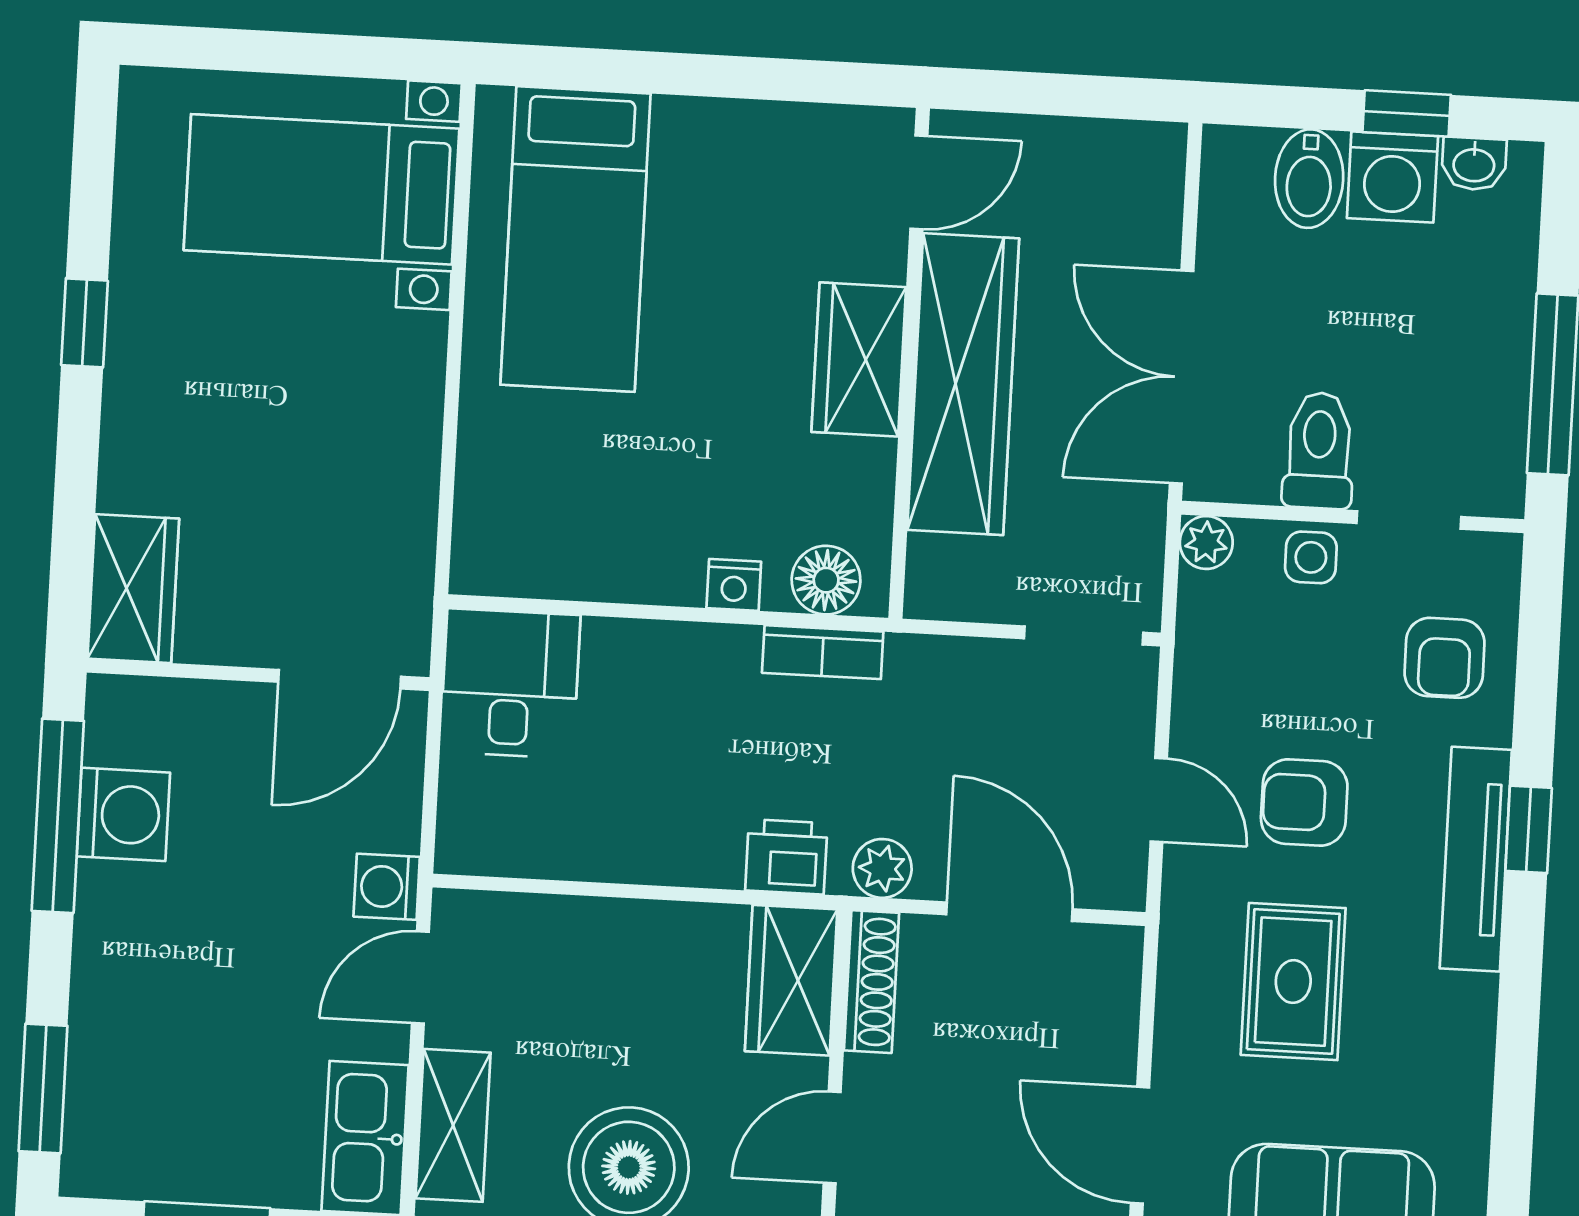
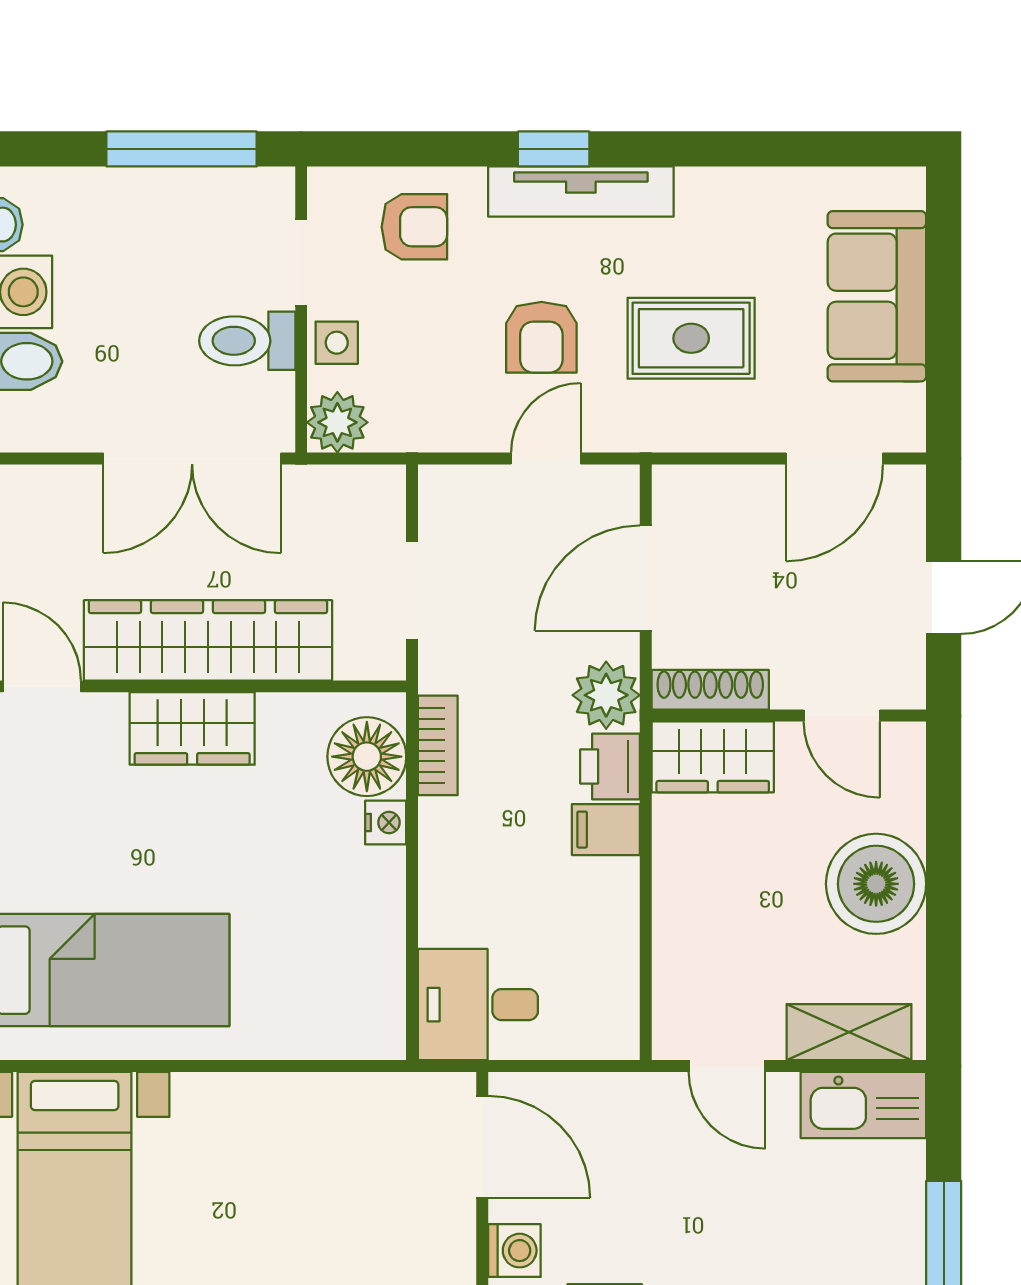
plant: (1206, 542) -> (337, 422), width x1.38, depth x1.38
floor lamp: (826, 580) -> (367, 757), width x1.38, depth x1.38
doorway: (1084, 635) -> (412, 590), moved
filing cabinet: (711, 848) -> (606, 830), added
plant: (882, 868) -> (606, 695), width x1.38, depth x1.38
washing machine: (387, 887) -> (514, 1251), moved, turned -90

